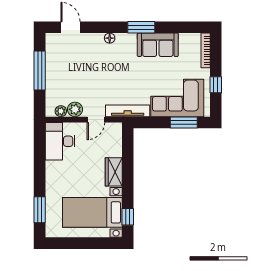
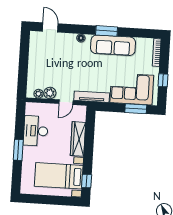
sofa: (158, 45) -> (113, 45), width x1.36
window: (40, 71) -> (24, 60), removed
desk: (60, 141) -> (36, 131), moved
wardrobe: (114, 172) -> (78, 139), width x1.50
window: (40, 210) -> (18, 150), moved

